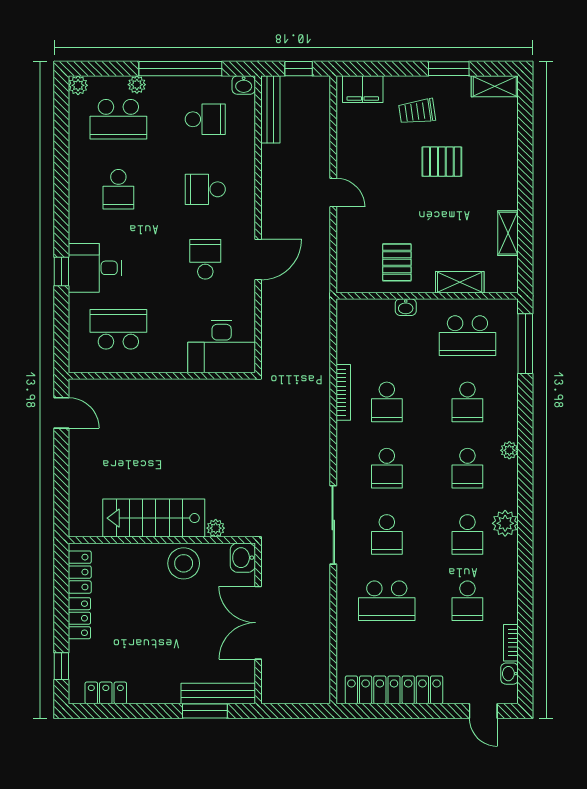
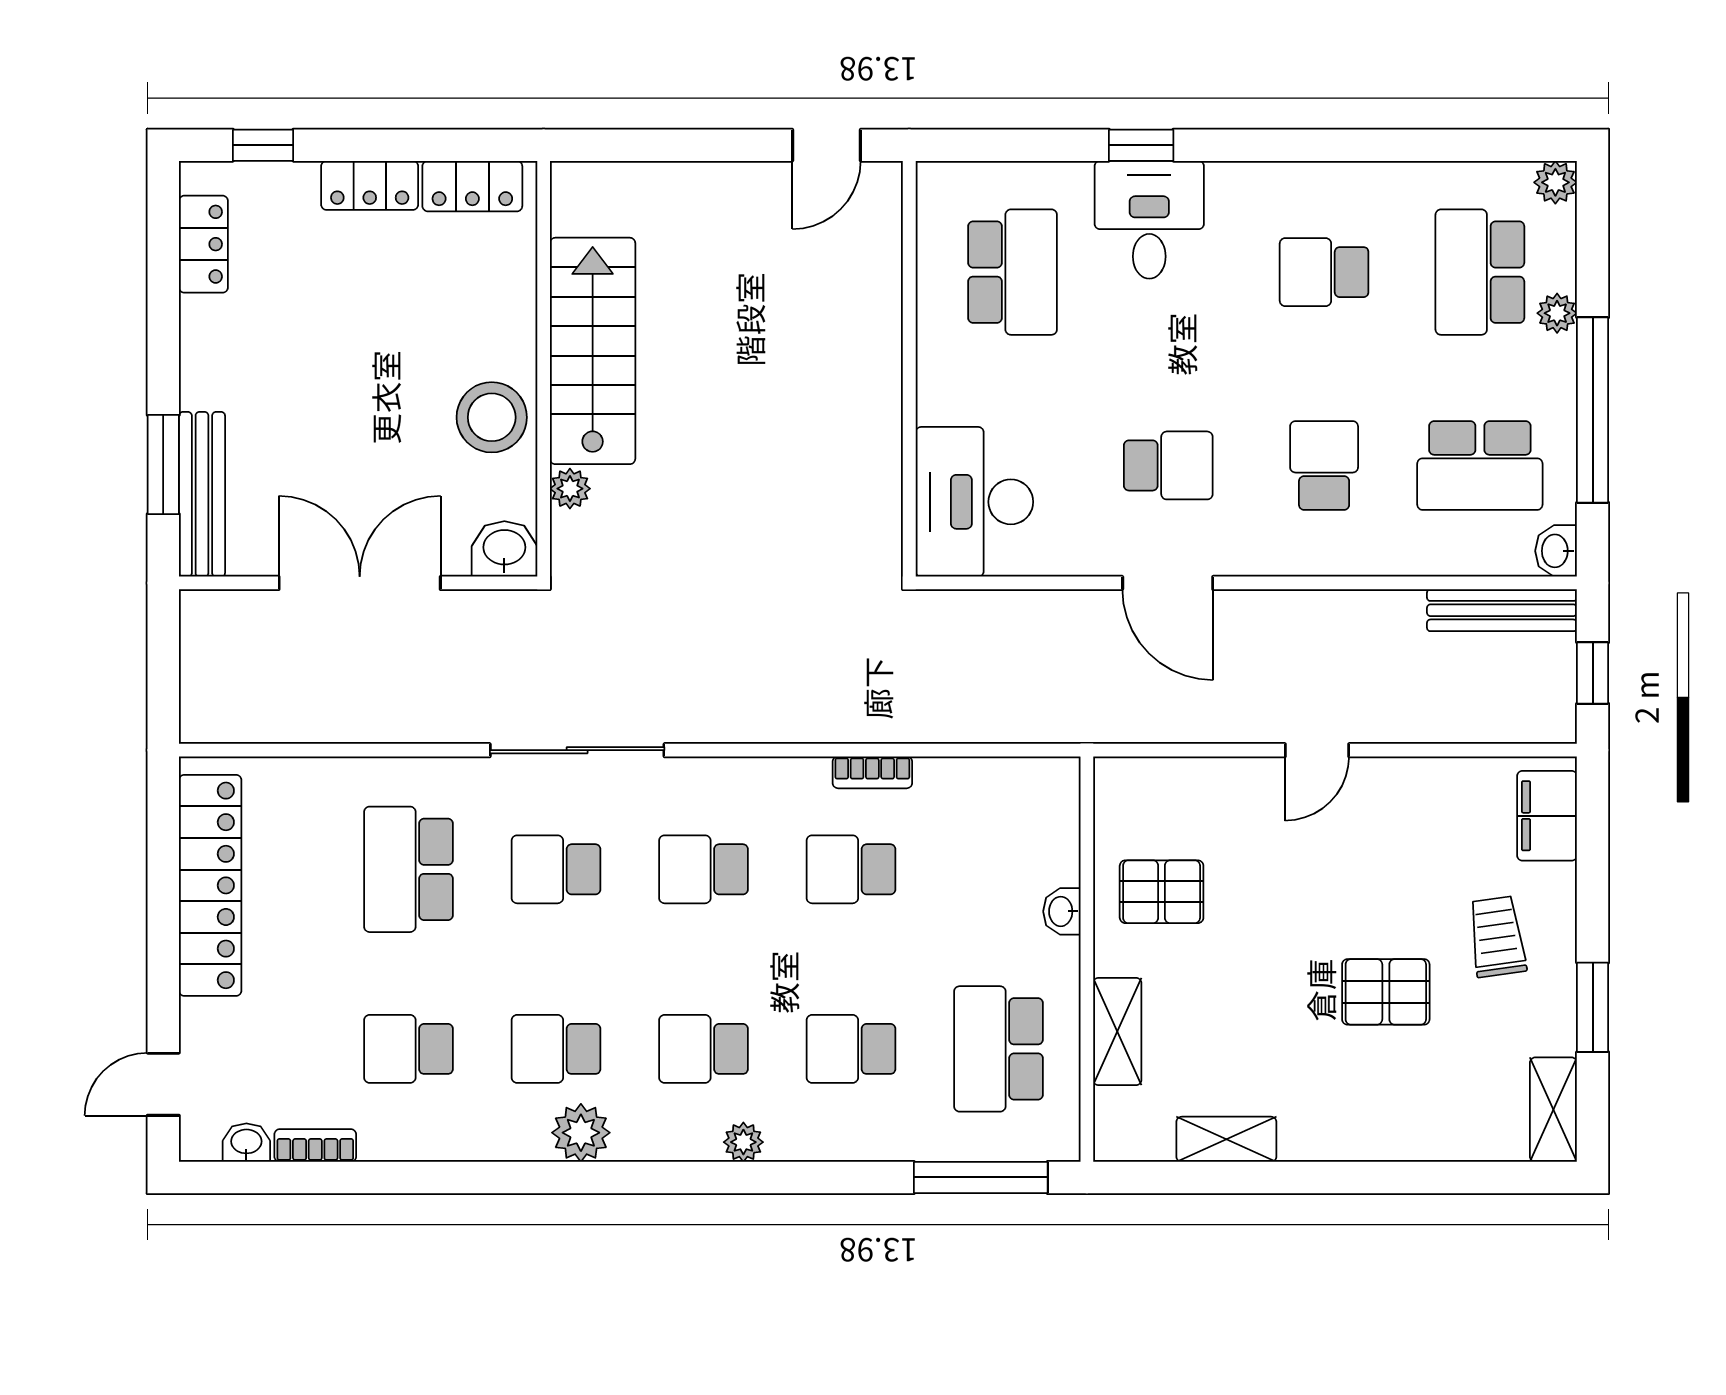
school desk: (205, 119) -> (1480, 465), width x1.85
pallet: (442, 162) -> (1386, 992), turned 90
bookcase: (343, 392) -> (872, 772), width x0.64

